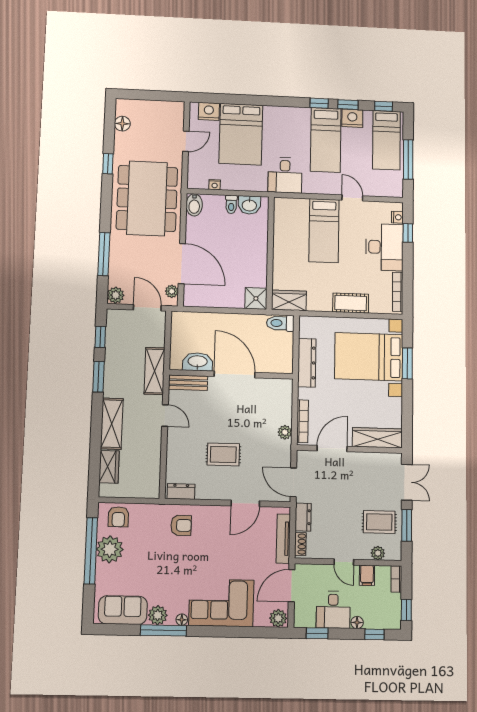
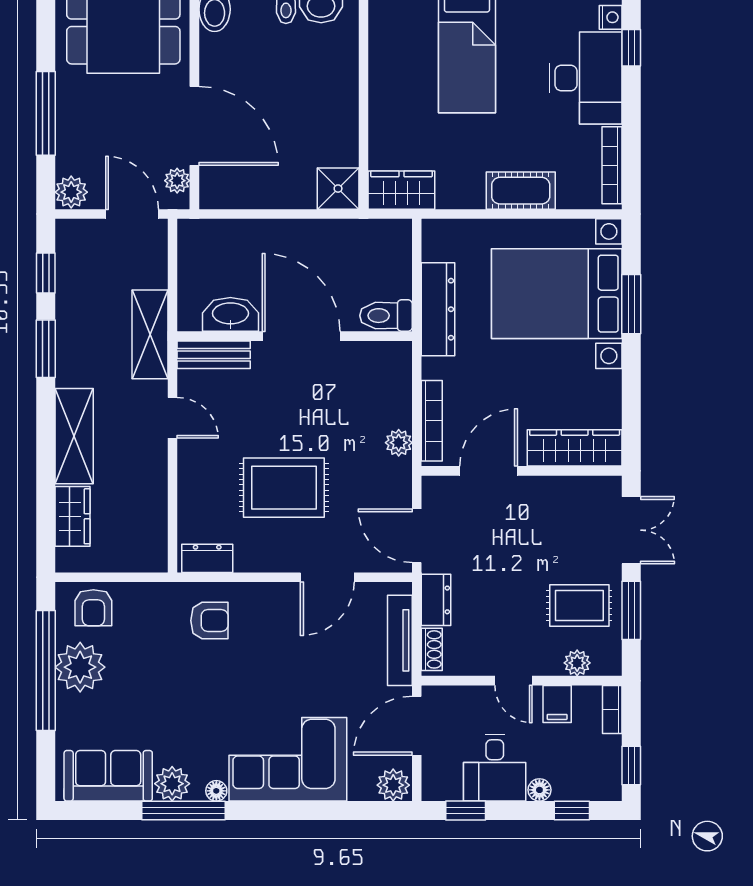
toilet: (280, 323) -> (386, 316), moved
rug: (223, 454) -> (284, 488), width x1.36, depth x1.43

